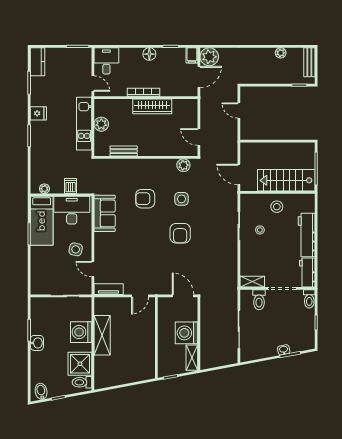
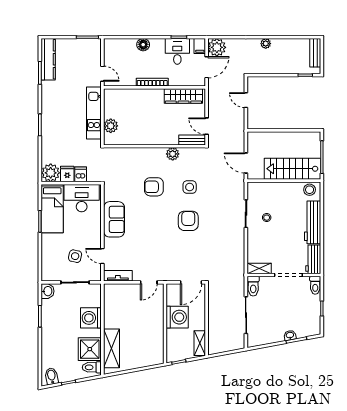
plant: (281, 53) -> (266, 44), moved
floor lamp: (149, 54) -> (143, 45), moved
desk: (106, 61) -> (177, 51), moved
kitchen counter: (38, 62) -> (48, 59), width x1.50
wardrobe: (152, 106) -> (183, 96), moved
fridge: (38, 113) -> (67, 174), moved, turned -90
plant: (101, 124) -> (111, 126), moved
bench: (124, 151) -> (192, 140), moved
plant: (183, 165) -> (173, 154), moved
plant: (44, 189) -> (51, 173), width x1.88, depth x1.88
stool: (277, 207) -> (310, 190), moved
sofa: (105, 213) -> (114, 219), moved
armchair: (180, 233) -> (188, 221), turned 180
side table: (76, 249) -> (75, 256), moved
door: (183, 296) -> (191, 282), swing flipped
toilet: (259, 300) -> (253, 286), moved
washing machine: (187, 333) -> (177, 317), moved, turned 180
shelving: (102, 335) -> (111, 348), moved
washbasin: (37, 343) -> (47, 291), moved

